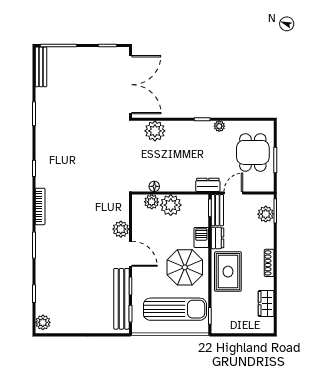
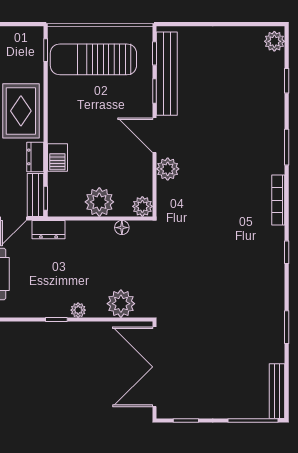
plant: (219, 126) -> (78, 310), moved
plant: (152, 202) -> (142, 206), moved
parasol: (185, 267) -> (80, 117), removed

